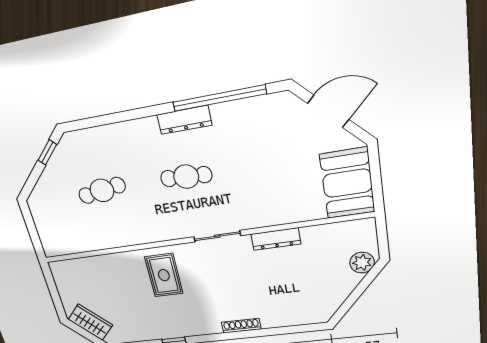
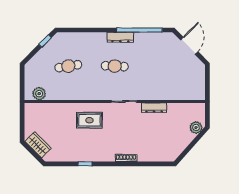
door: (328, 111) -> (189, 46), hinge flipped
booth: (347, 183) -> (194, 83), removed
plant: (67, 244) -> (39, 94), added
rug: (164, 275) -> (89, 120), turned 90

